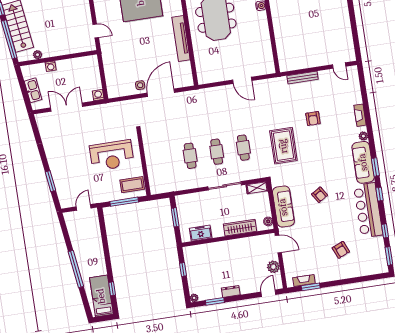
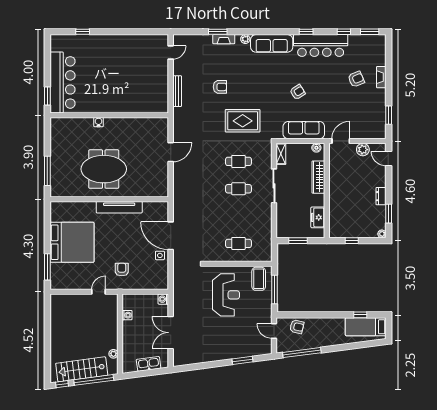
armchair: (121, 50) -> (122, 270), added
washing machine: (51, 66) -> (127, 315), moved
cafe table: (190, 156) -> (238, 243), moved
window: (375, 167) -> (218, 32), moved
armchair: (91, 229) -> (297, 327), added
window: (76, 269) -> (302, 353), moved
fireplace: (304, 281) -> (381, 77), moved

